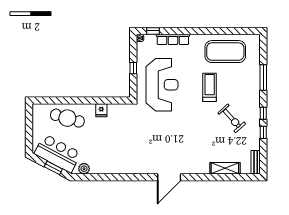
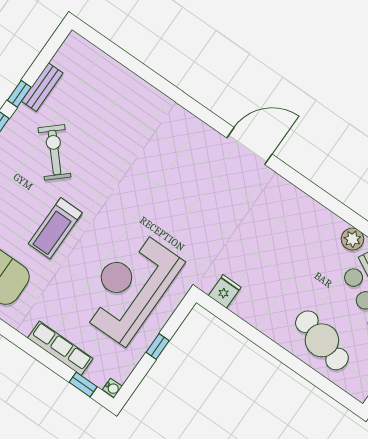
fridge: (101, 110) -> (225, 291), moved
bench: (256, 162) -> (42, 87), moved
shelving: (225, 168) -> (122, 79), removed
door: (169, 177) -> (249, 146), moved

